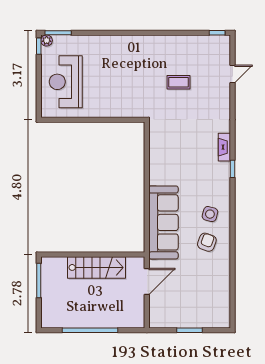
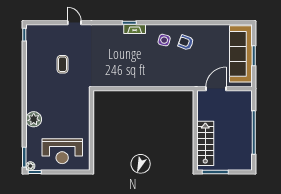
plant: (107, 45) -> (34, 119), added
door: (232, 74) -> (74, 23), moved
fireplace: (224, 147) -> (135, 29), moved
sofa: (163, 222) -> (241, 54), moved, turned -90
stairs: (96, 267) -> (205, 143), moved
door: (147, 282) -> (216, 89), hinge flipped

